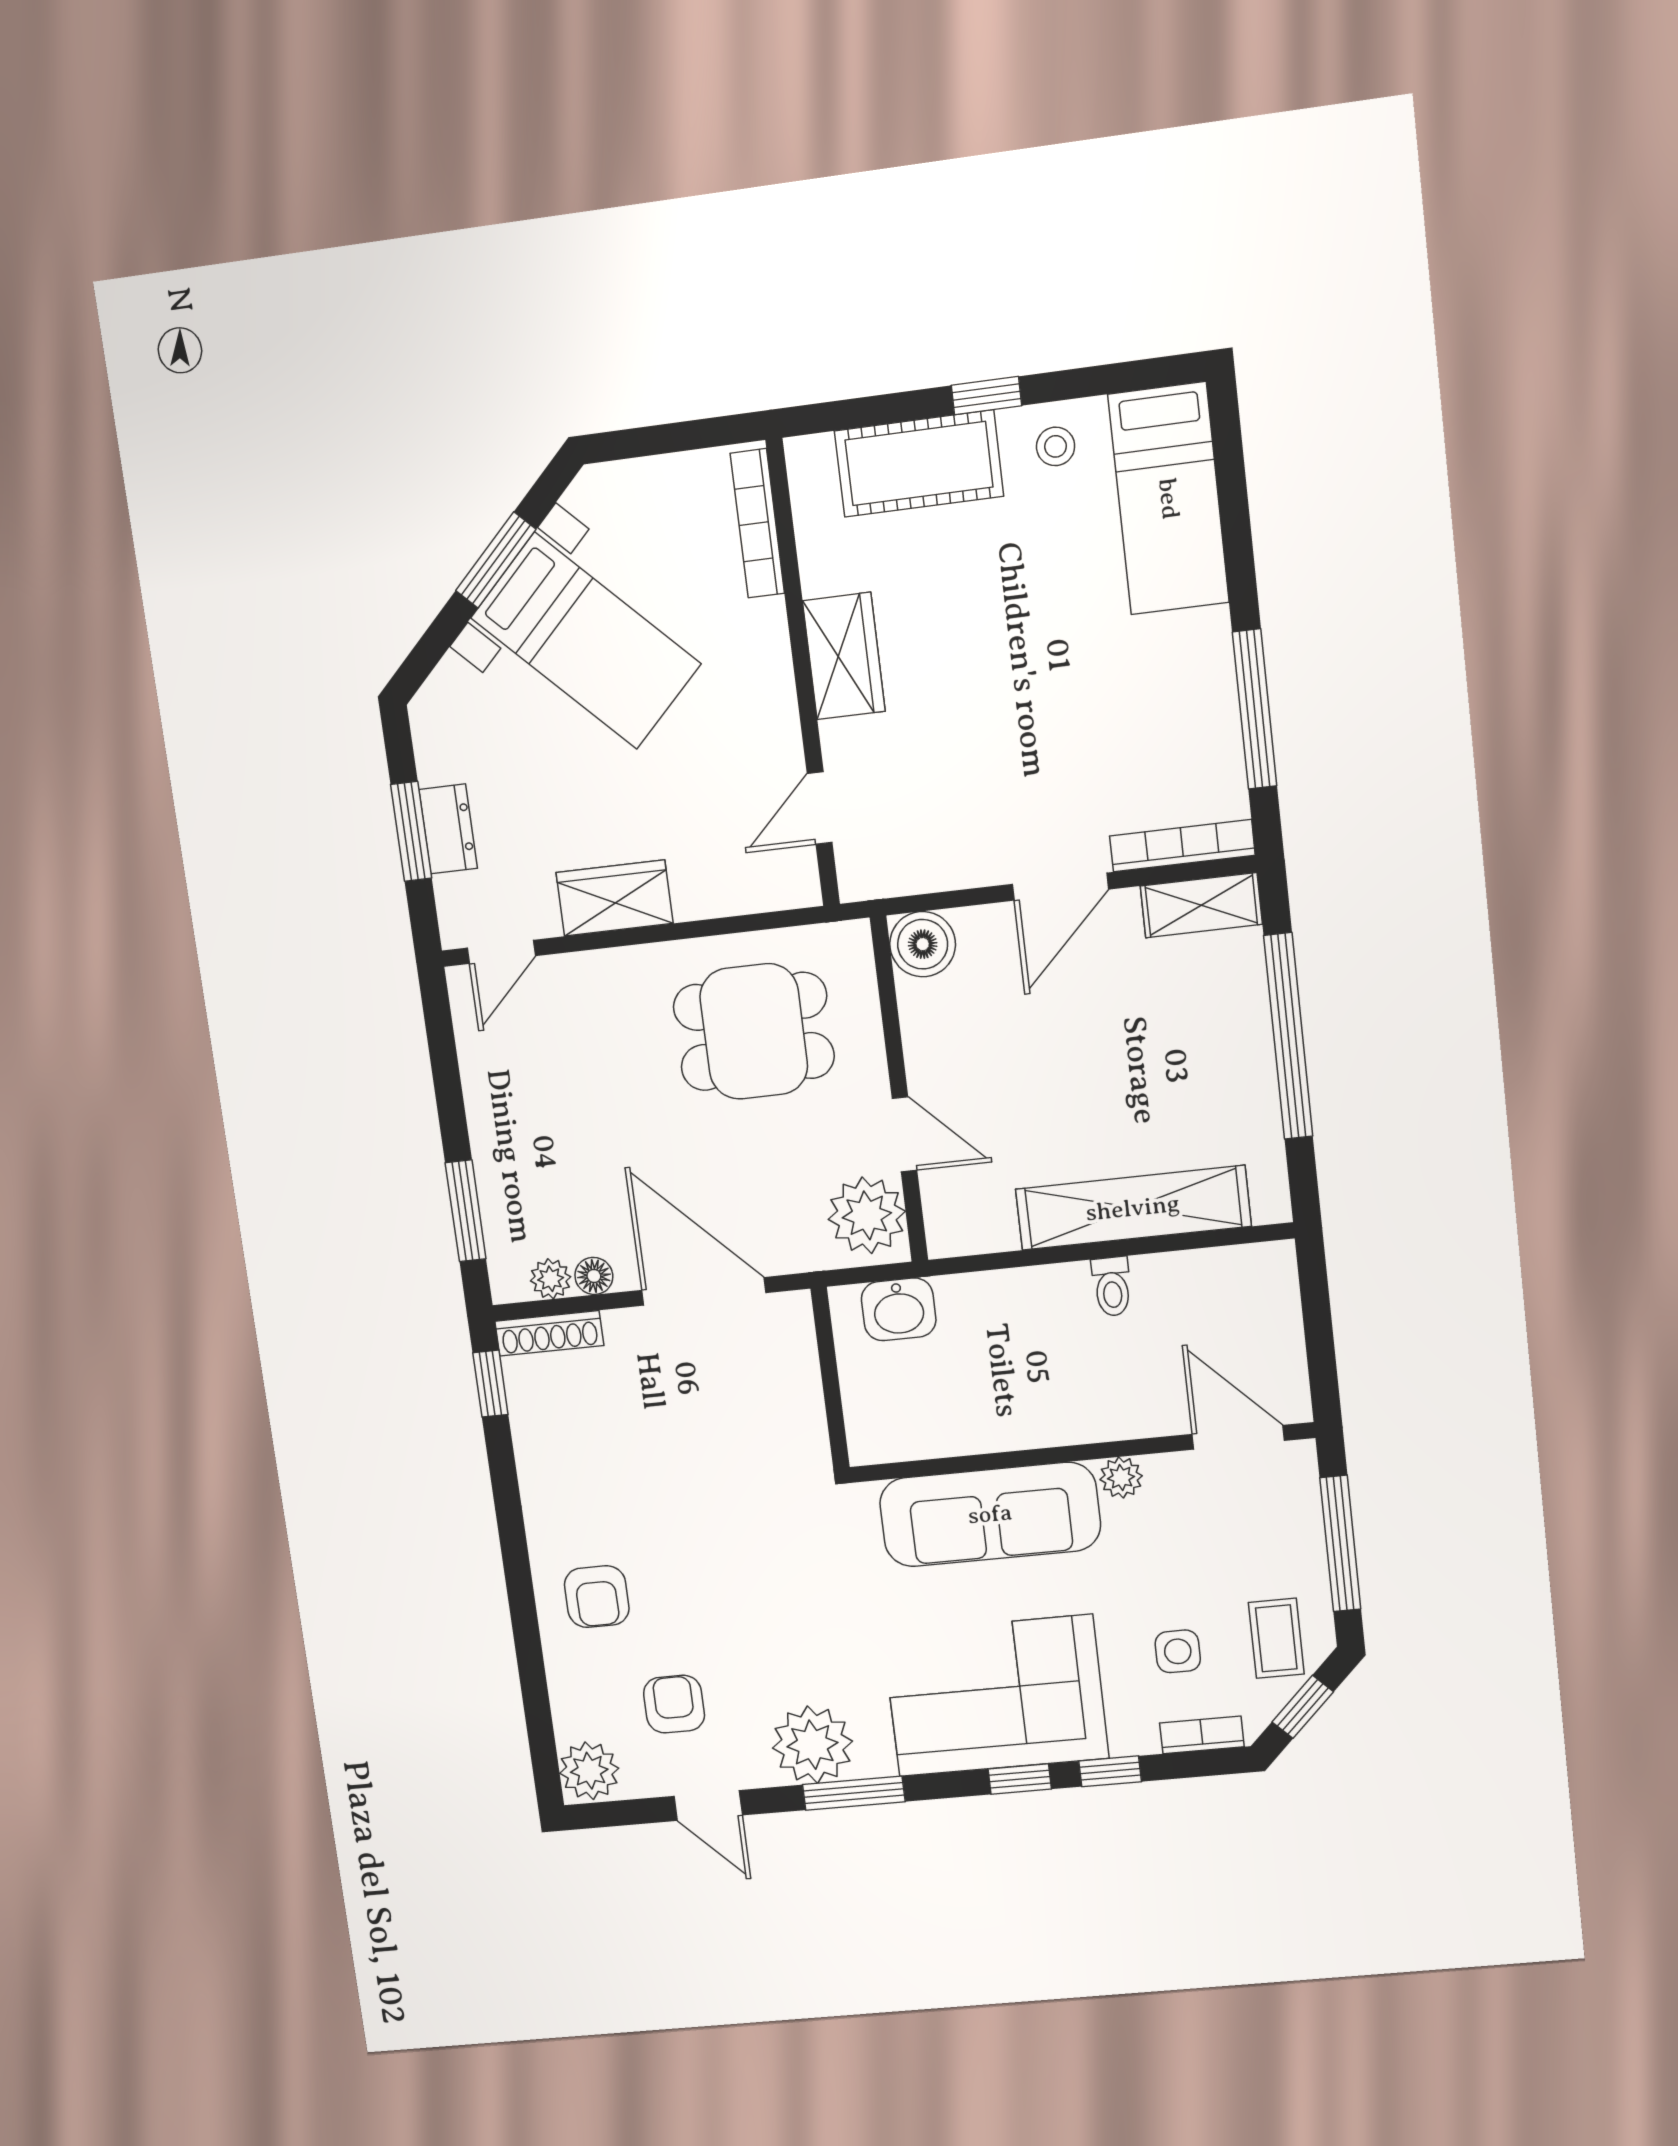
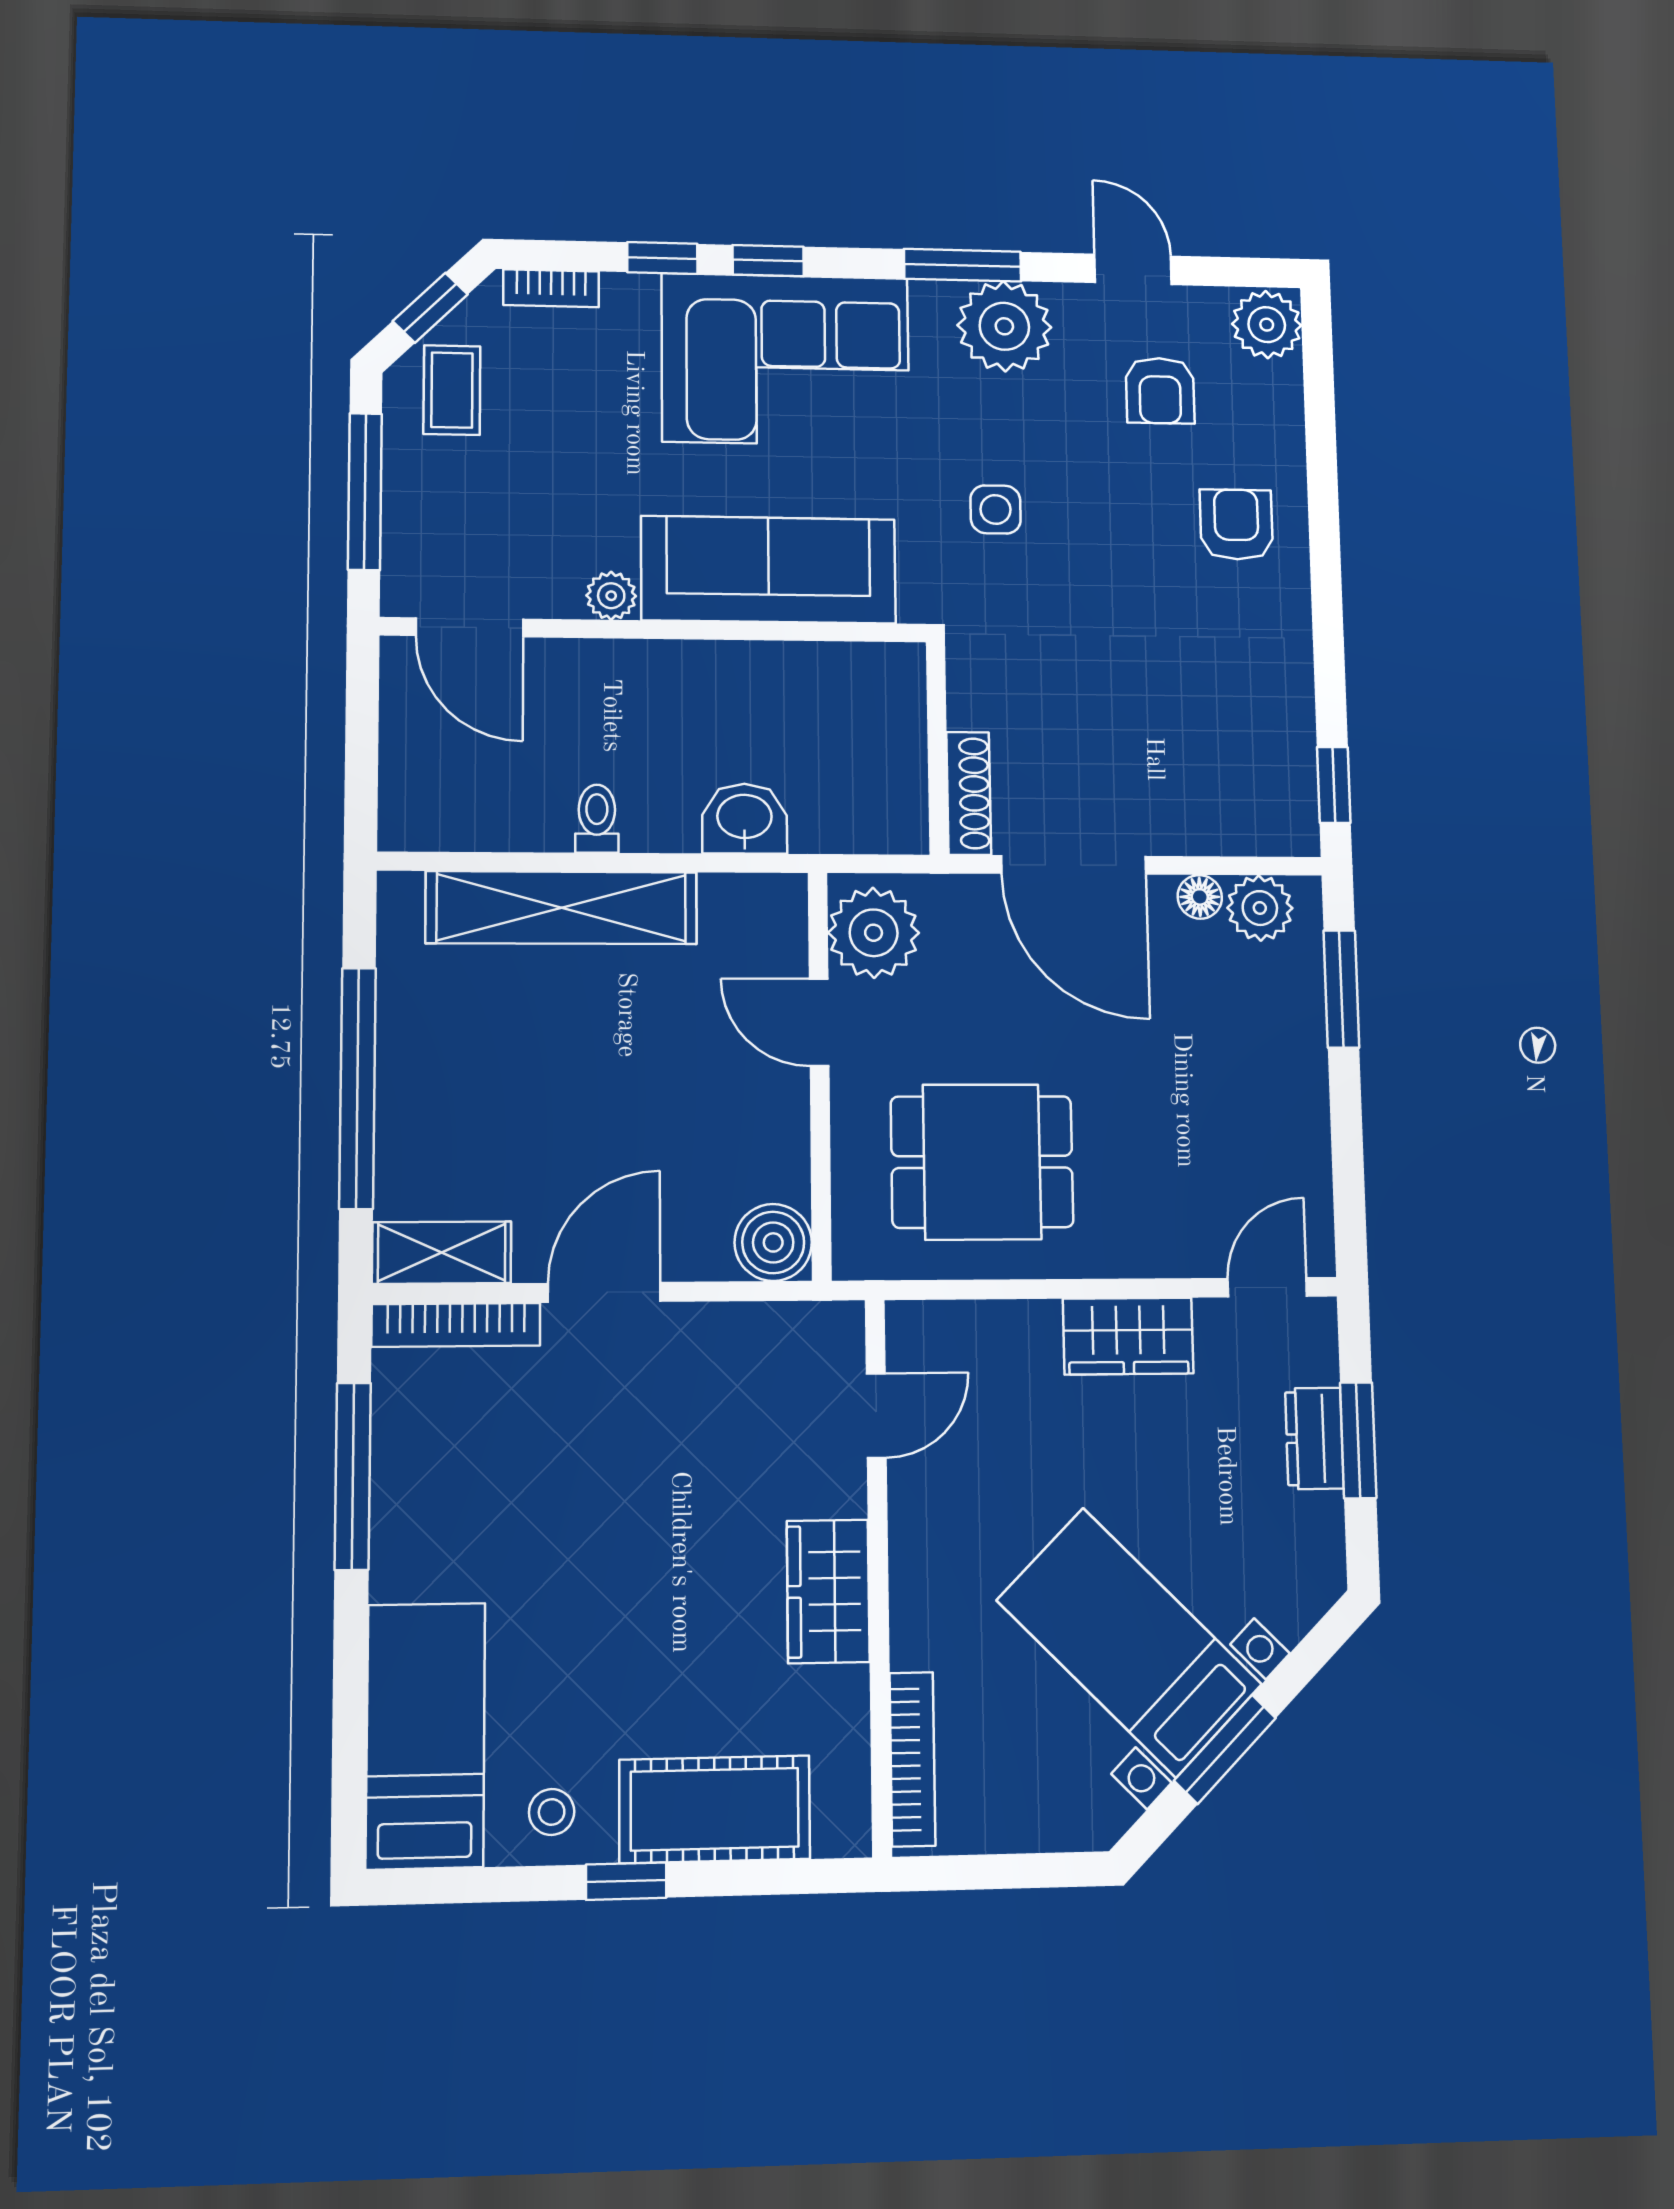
plant: (551, 1279) -> (1260, 908), width x1.38, depth x1.38
washbasin: (899, 1309) -> (745, 818), moved
shoe rack: (549, 1333) -> (969, 793), moved, turned 90
side table: (1178, 1651) -> (996, 509), moved

